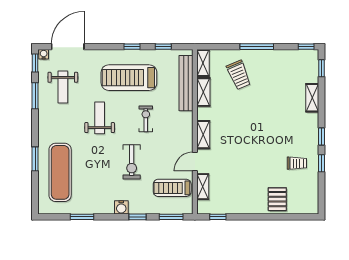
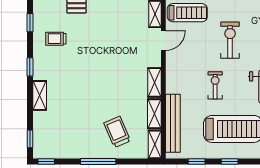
shelving: (312, 98) -> (40, 95), moved
exercise bike: (146, 119) -> (215, 85), turned 180
shelving: (203, 135) -> (155, 82), moved
window: (322, 163) -> (30, 23), moved

